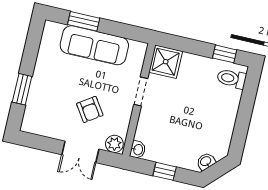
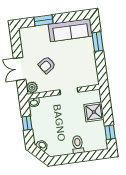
sofa: (94, 45) -> (70, 30), moved, turned -90
shower: (166, 62) -> (94, 112), moved
toilet: (231, 79) -> (78, 144), moved

